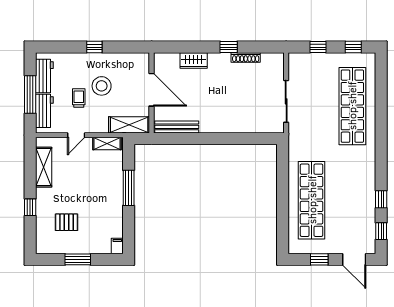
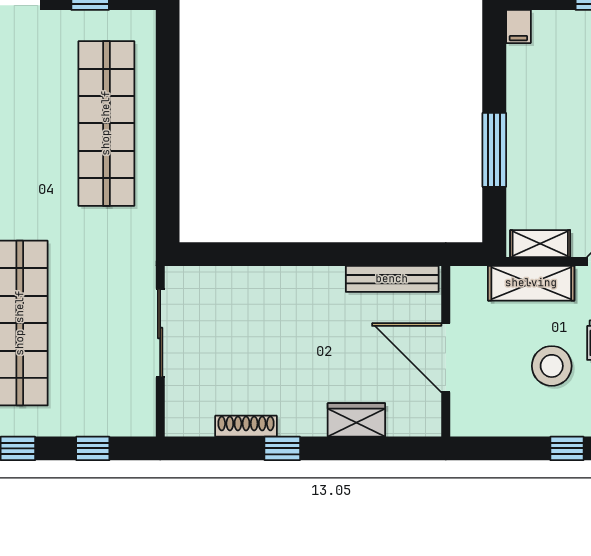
shelving: (129, 125) -> (531, 283), moved

